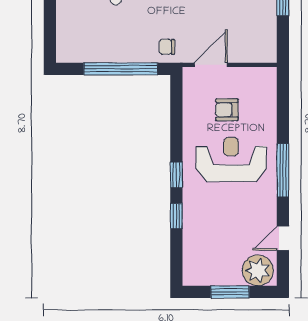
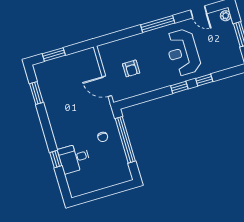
chair: (167, 47) -> (103, 137), moved
reception desk: (231, 160) -> (183, 52), moved
plant: (258, 270) -> (226, 16), width x0.53, depth x0.53

